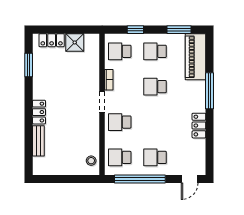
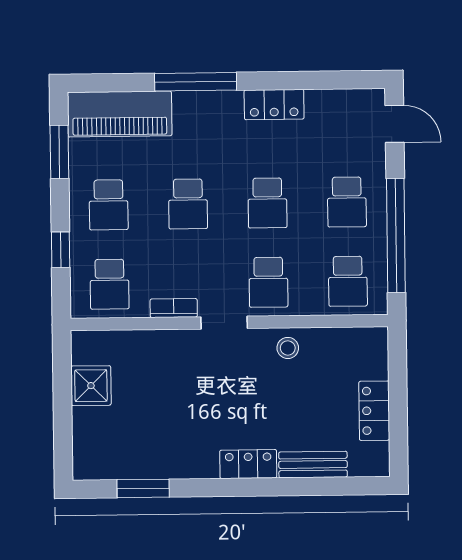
locker: (52, 40) -> (374, 411), moved, turned 180
school desk: (155, 122) -> (267, 203), added
stool: (91, 161) -> (288, 348), moved

